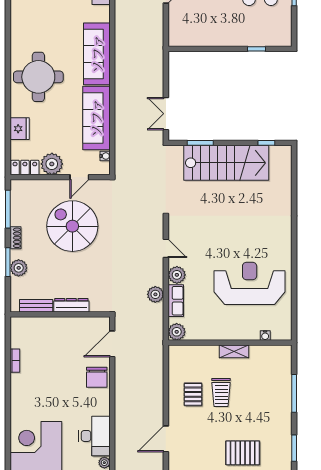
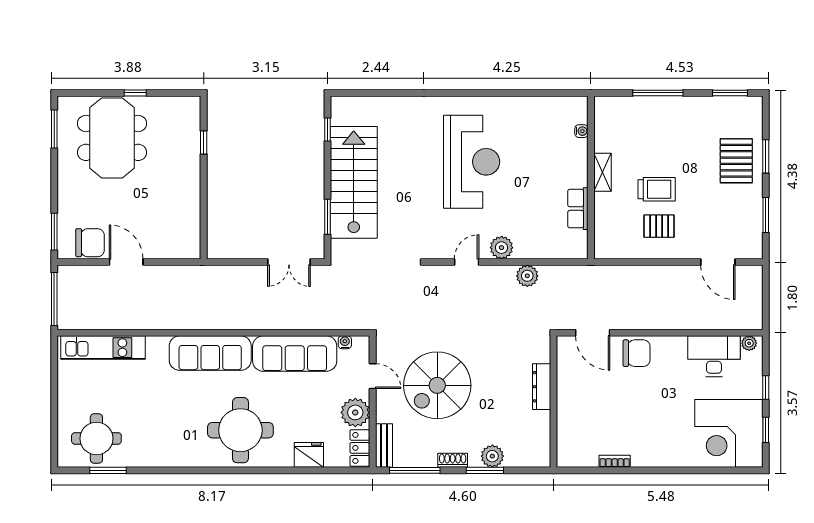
reception desk: (250, 283) -> (472, 162), moved, turned 180
row of seats: (176, 301) -> (578, 209), moved, turned -90
bench: (36, 306) -> (384, 446), moved
plant: (177, 332) -> (577, 248), removed

